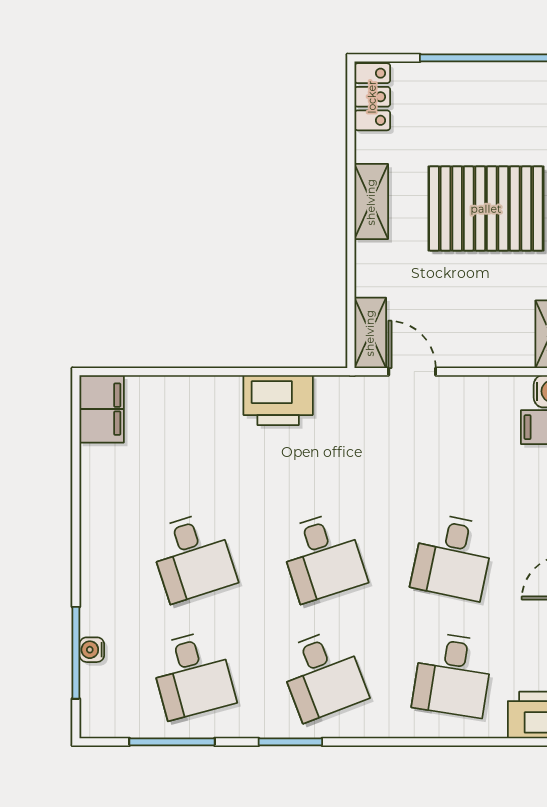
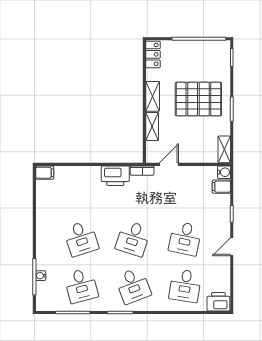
shelving: (370, 333) -> (152, 127), moved
door: (412, 372) -> (169, 164), hinge flipped
bookcase: (345, 387) -> (142, 171), added
filing cabinet: (102, 409) -> (45, 173), width x0.50
desk: (323, 557) -> (133, 238), turned 36

